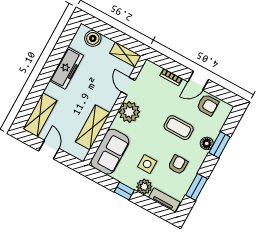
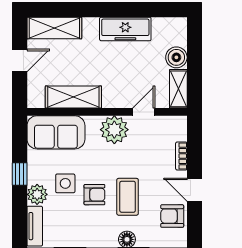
boiler: (93, 38) -> (176, 57), moved
armchair: (208, 105) -> (172, 216), turned 90
armchair: (178, 165) -> (94, 195), moved

